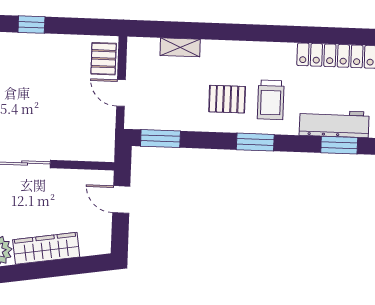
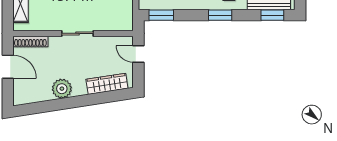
wardrobe: (46, 248) -> (107, 84), moved

